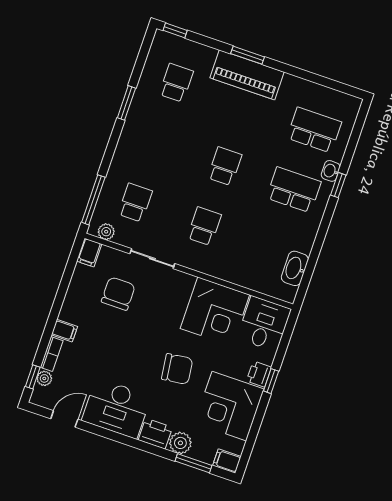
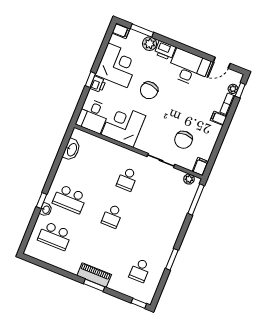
piano: (247, 75) -> (94, 275), width x0.73, depth x0.75
school desk: (135, 203) -> (170, 196), removed
chair: (177, 369) -> (149, 90), turned -73

